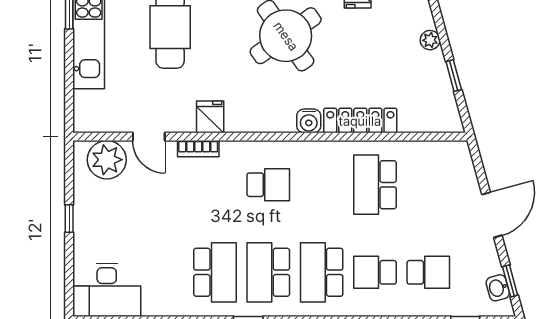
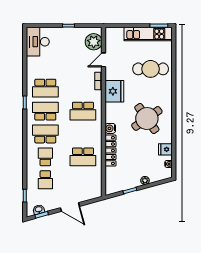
fridge: (210, 117) -> (114, 91), width x1.88, depth x1.34
school desk: (268, 185) -> (83, 111), width x1.85
school desk: (375, 185) -> (83, 157), turned 180

